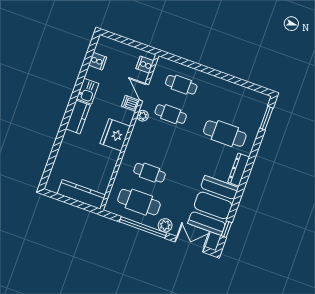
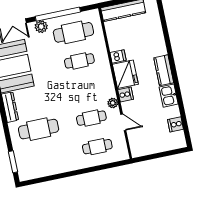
cooker: (145, 65) -> (126, 94), moved
dishwasher: (130, 103) -> (118, 56), moved

